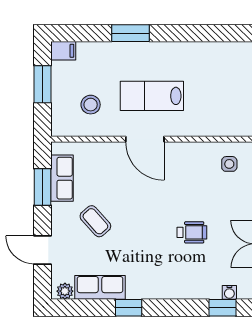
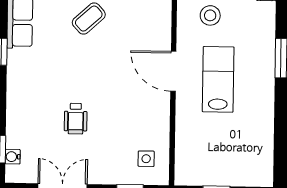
door: (145, 139) -> (173, 71), hinge flipped

